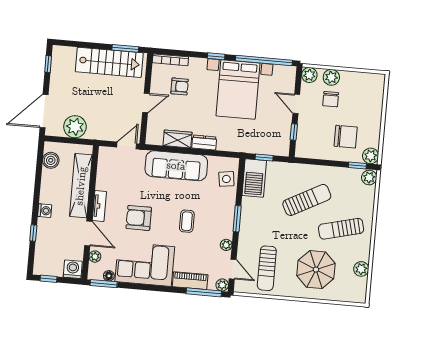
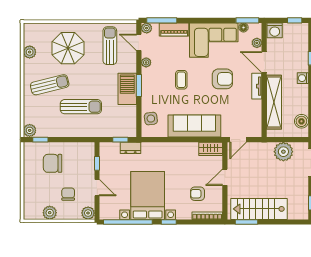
plant: (331, 77) -> (50, 213), moved
wardrobe: (178, 139) -> (211, 149), moved
dresser: (204, 143) -> (131, 148), moved
plant: (371, 156) -> (30, 149), removed
barbecue: (254, 178) -> (127, 89), moved
sun lounger: (307, 200) -> (81, 107), turned -152

